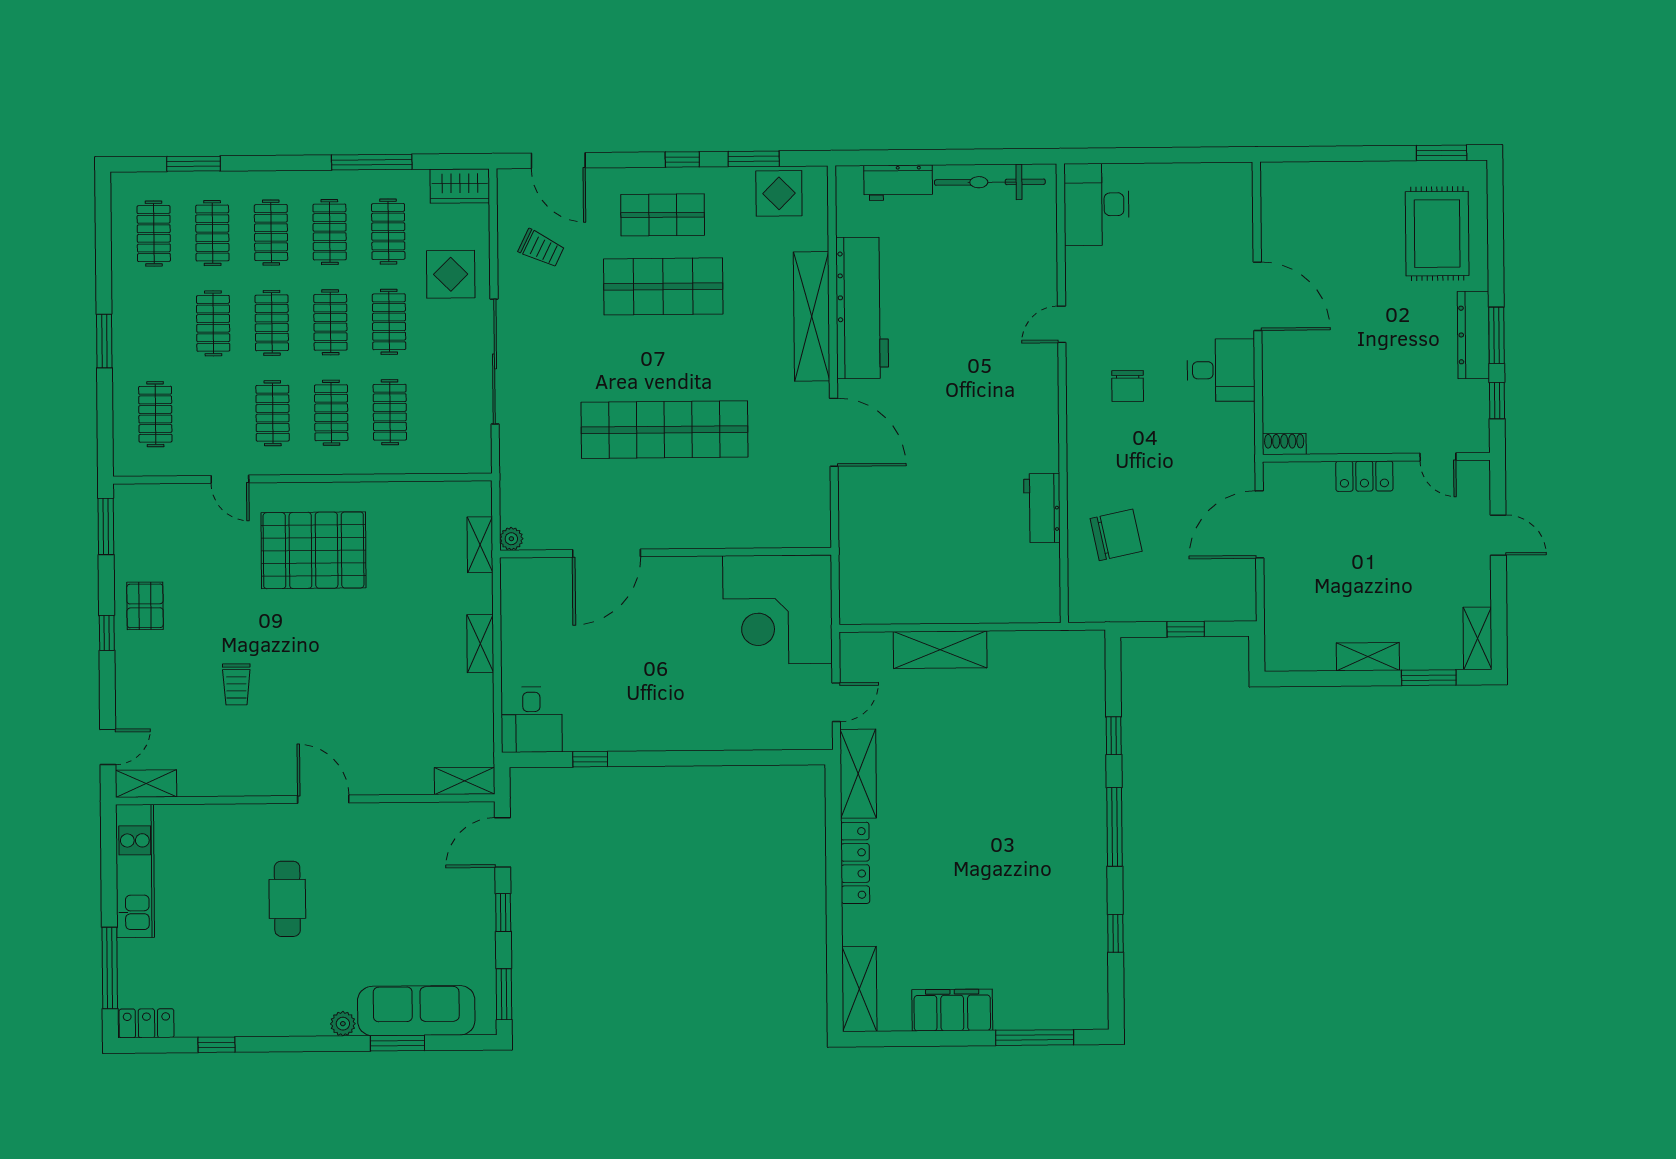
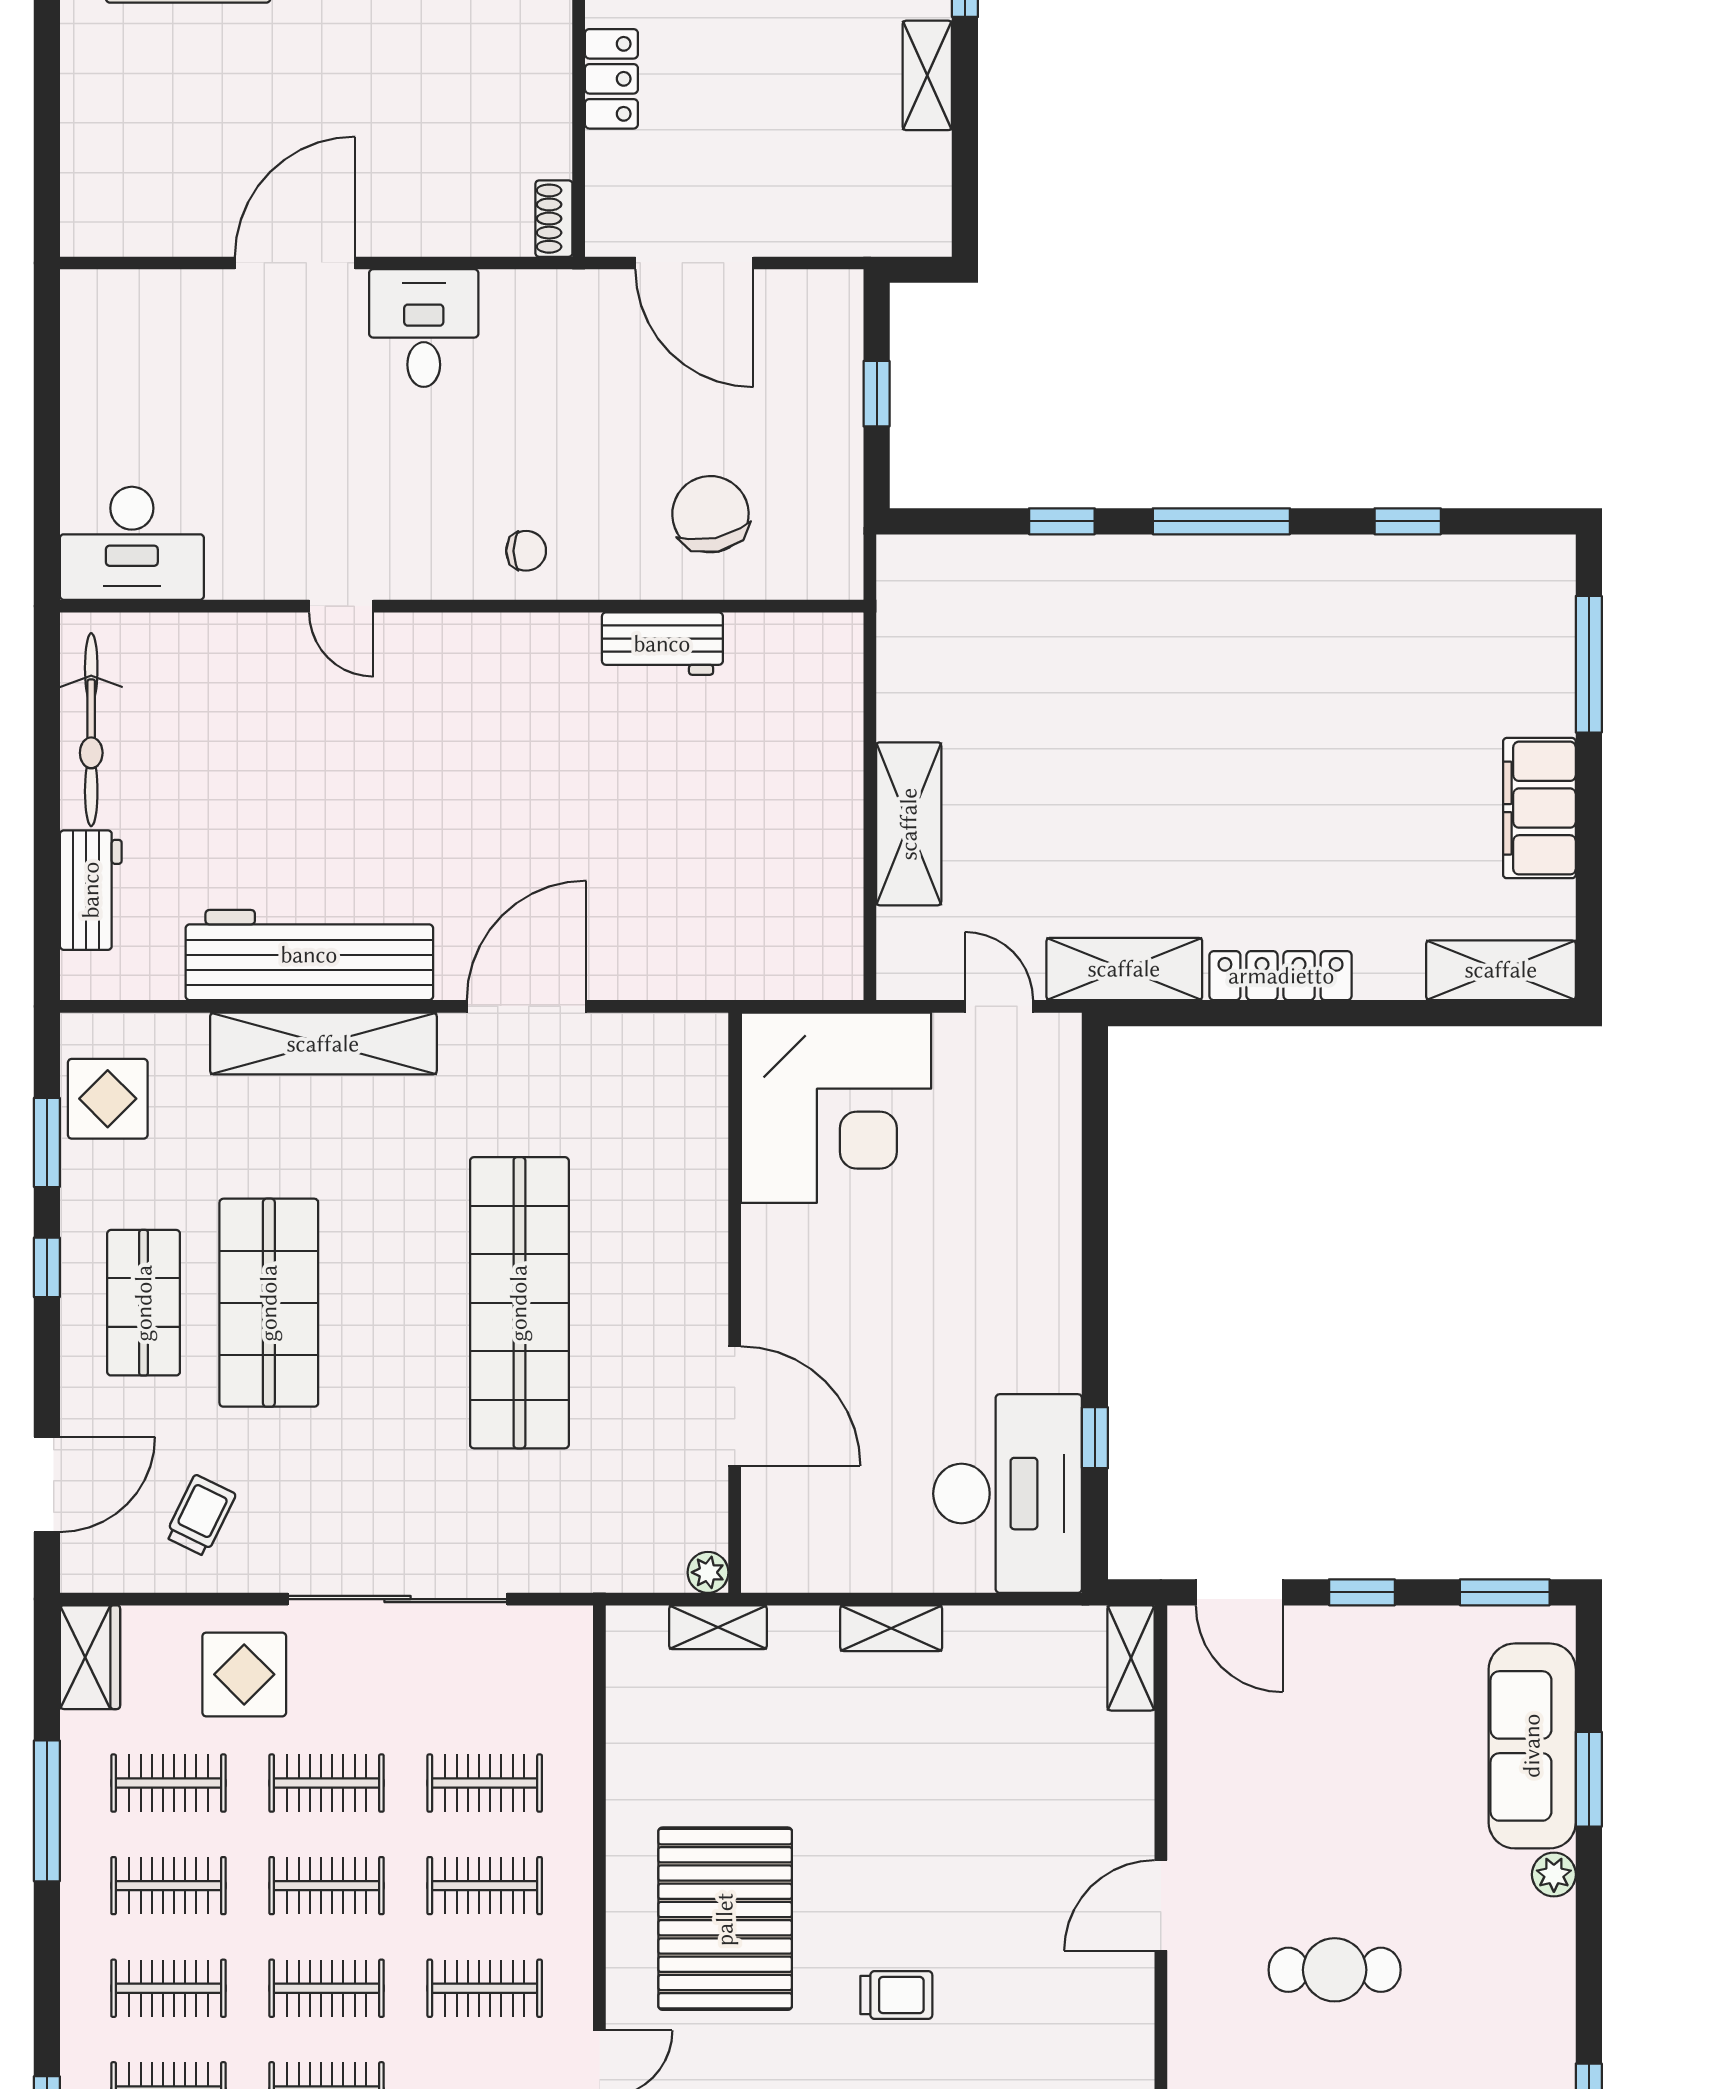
chair: (1128, 386) -> (526, 551), moved, width x0.73, depth x0.73
trolley: (236, 684) -> (896, 1995), moved
desk: (532, 720) -> (1008, 1494), width x1.87, depth x1.30

